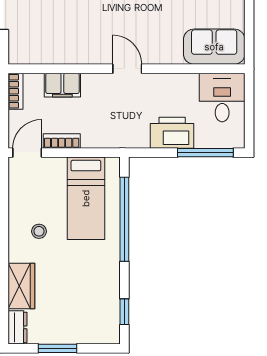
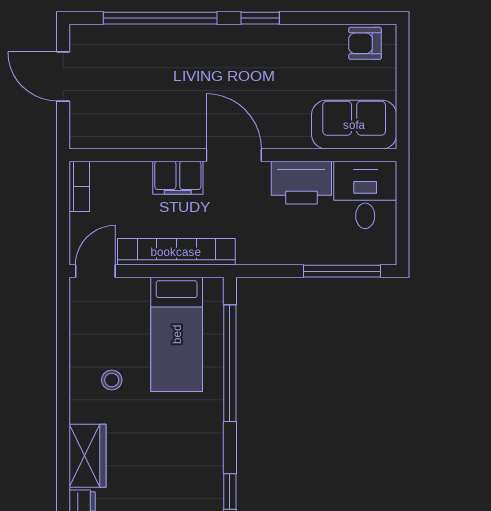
door: (127, 69) -> (234, 155), width x1.38
filing cabinet: (62, 85) -> (178, 178), moved
printer: (172, 133) -> (301, 183), moved, turned 180
bookcase: (62, 141) -> (176, 252), width x2.31, depth x1.31

